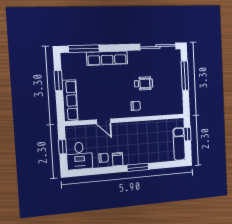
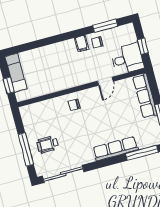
wheelchair: (144, 83) -> (48, 144), moved
door: (104, 121) -> (105, 81), swing flipped
desk: (79, 156) -> (127, 59), moved, turned 90
window: (138, 167) -> (105, 26), moved

